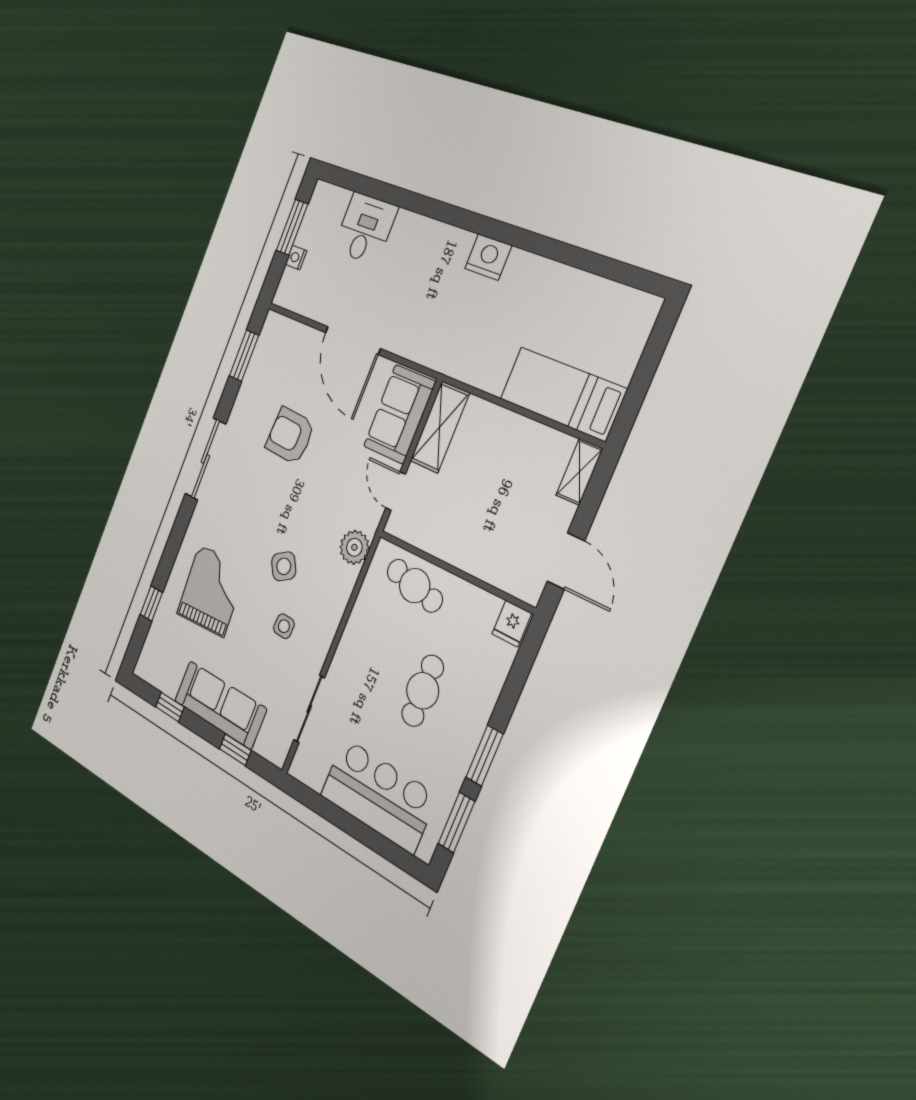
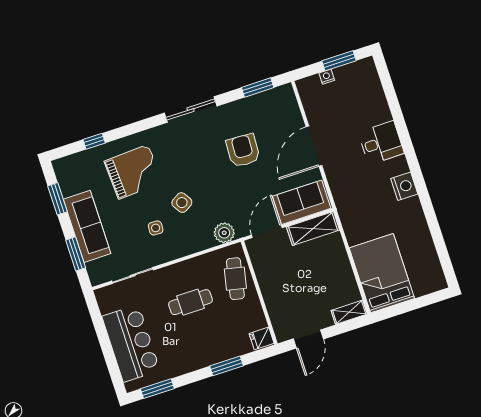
desk: (365, 229) -> (381, 143), moved
bed: (563, 394) -> (382, 273), width x1.50
door: (396, 491) -> (267, 231), width x1.38
cafe table: (423, 691) -> (190, 302), moved
window: (170, 707) -> (58, 199), width x1.50
window: (235, 750) -> (76, 254), width x1.50
window: (484, 756) -> (226, 366), moved

